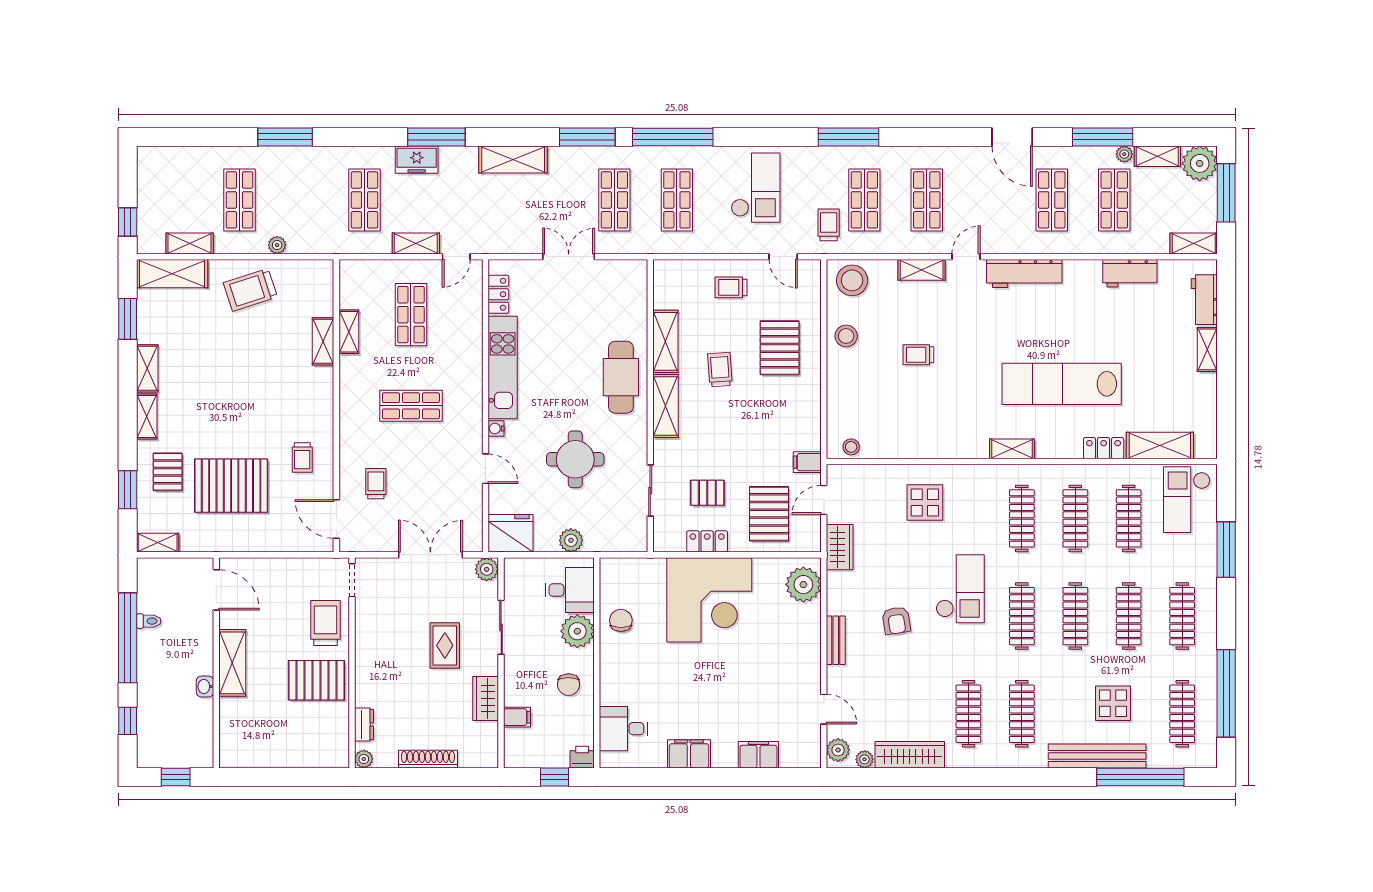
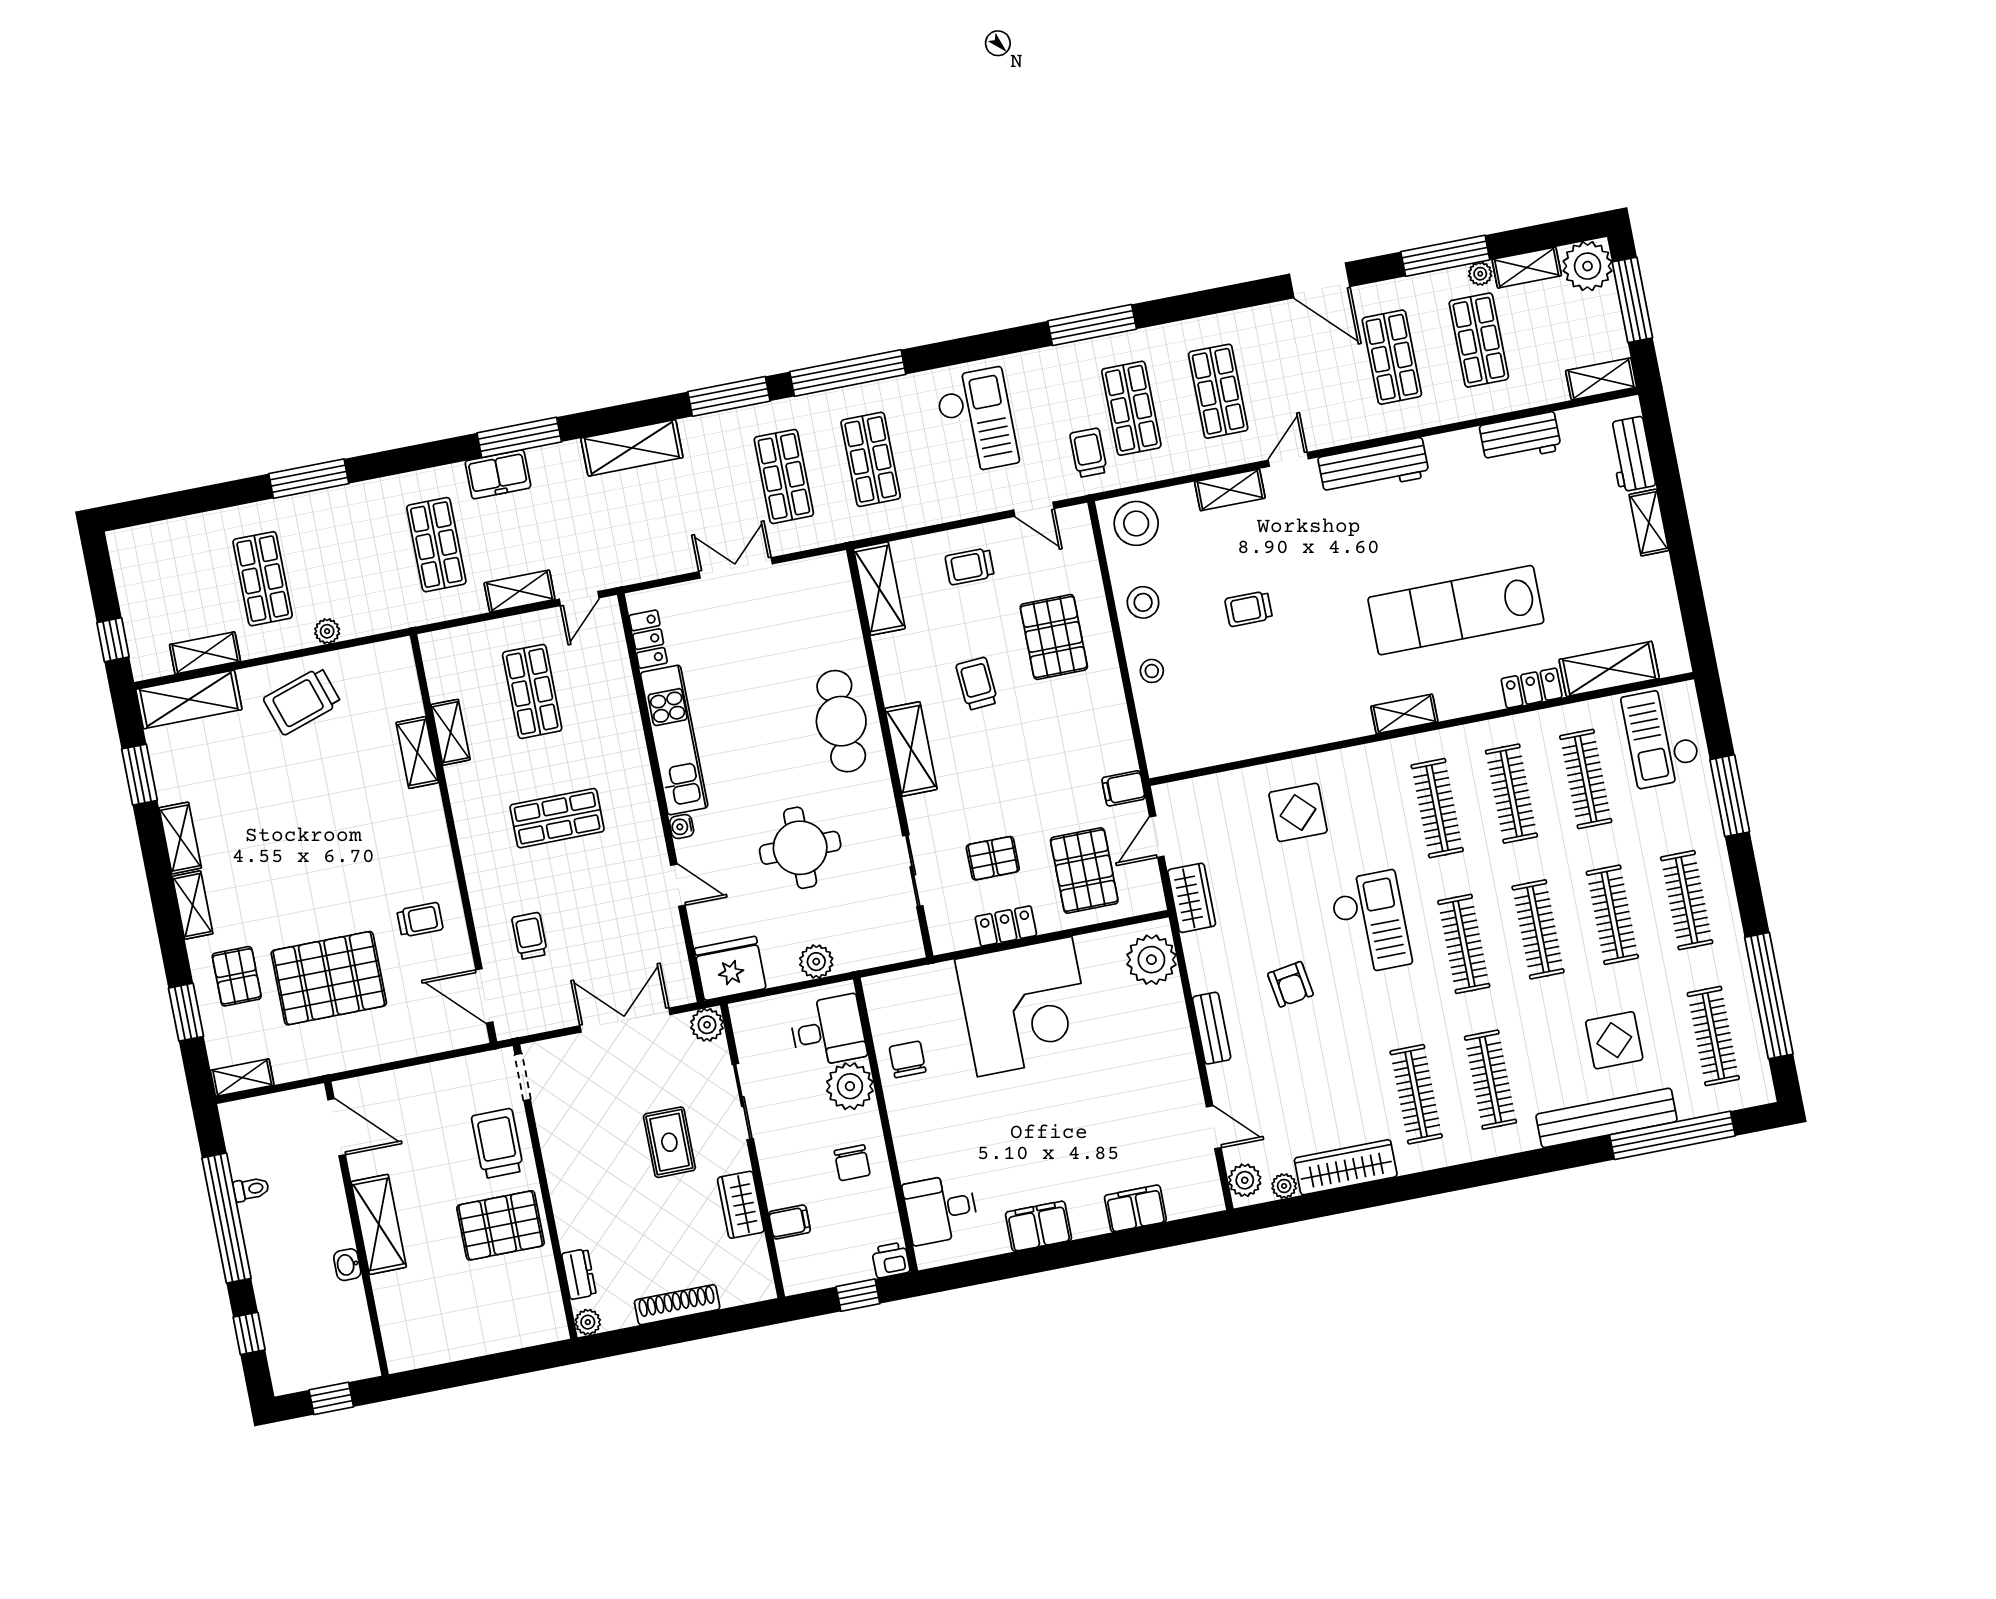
shelving: (665, 341) -> (879, 589), moved
stool: (851, 447) -> (1152, 671), moved
trolley: (302, 458) -> (420, 920), turned -90

